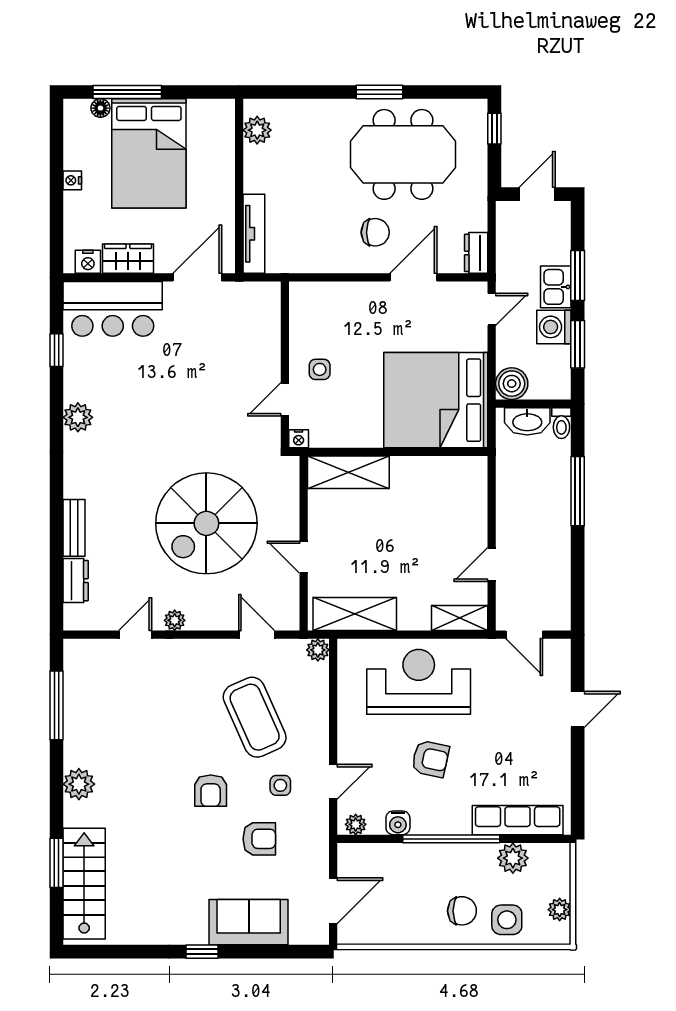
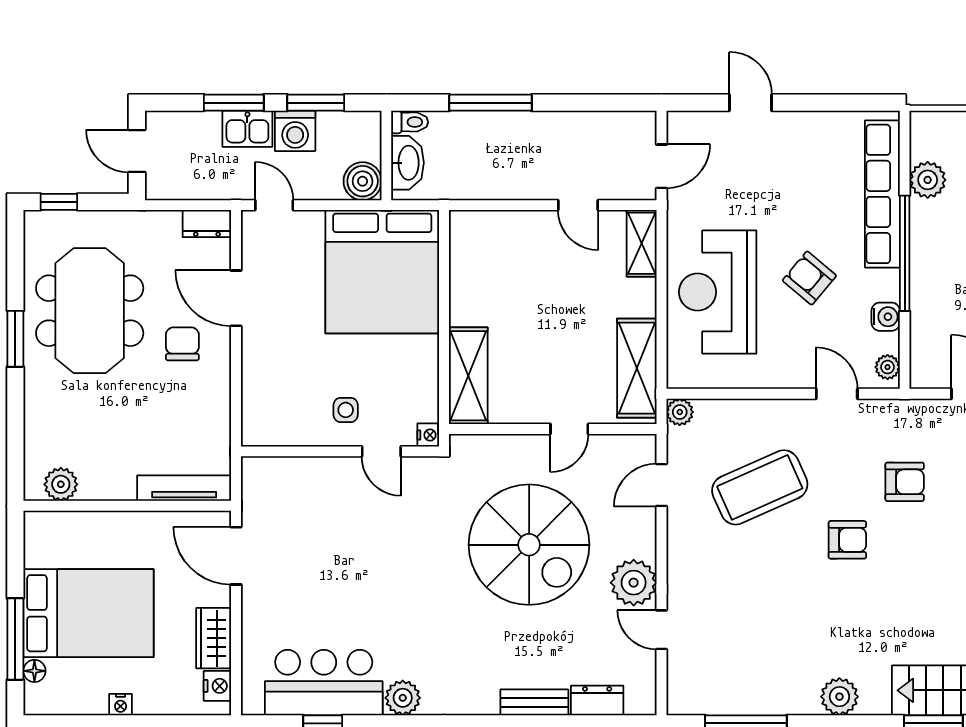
bar counter: (113, 309) -> (324, 683), moved, turned -90
plant: (175, 620) -> (634, 583), width x1.88, depth x1.88
armchair: (430, 759) -> (809, 278), turned -62
side table: (280, 785) -> (841, 457), removed
row of seats: (518, 820) -> (882, 194), width x1.36
armchair: (259, 839) -> (905, 482), turned 90

